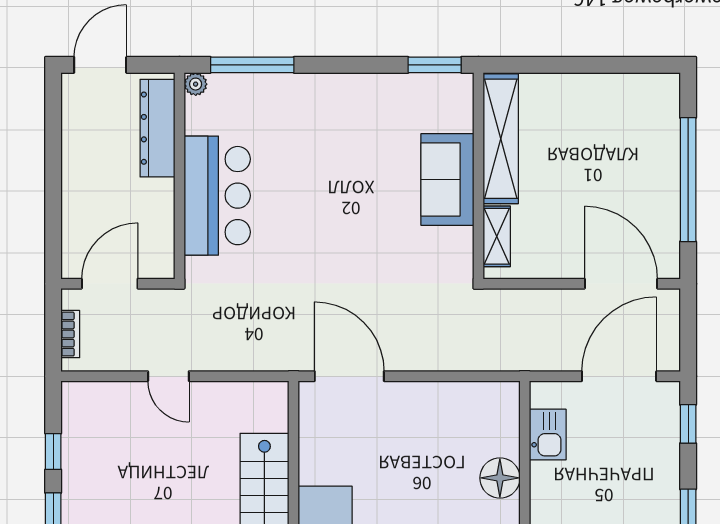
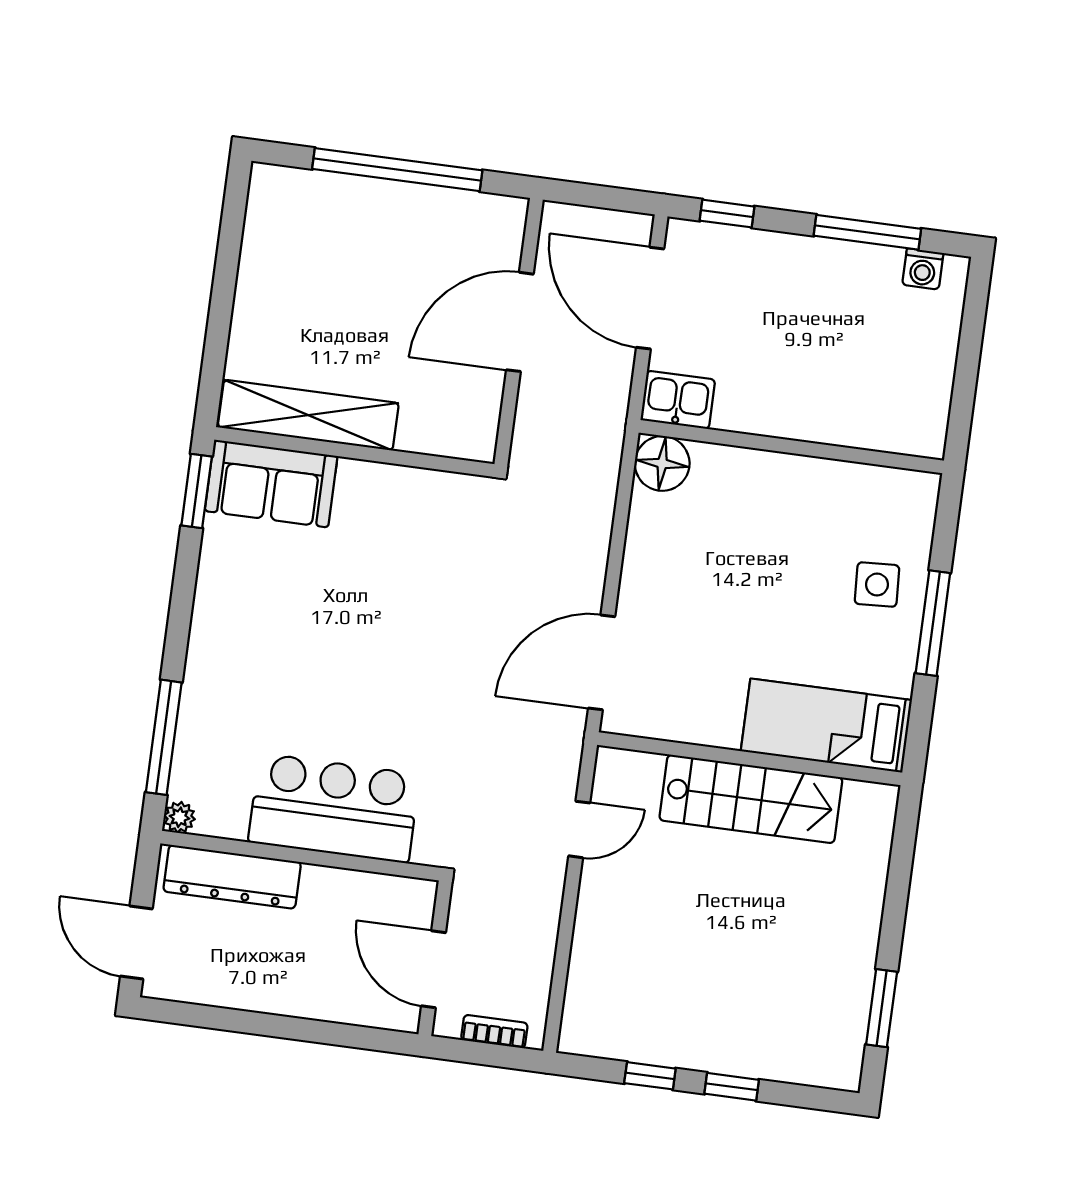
sofa: (447, 179) -> (271, 484), moved
shelving: (497, 236) -> (439, 438), removed
door: (621, 284) -> (520, 322), moved
door: (168, 376) -> (579, 829), moved
kitchen sink: (548, 435) -> (678, 400), moved
floor lamp: (500, 478) -> (662, 463), moved

